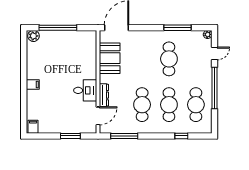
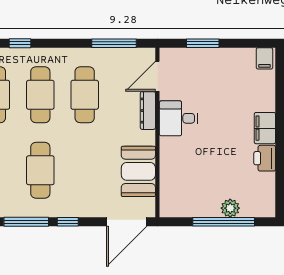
window: (152, 28) -> (68, 222), added
plant: (33, 36) -> (230, 208), moved
printer: (33, 66) -> (265, 158), added
filing cabinet: (33, 84) -> (265, 128), width x2.00

